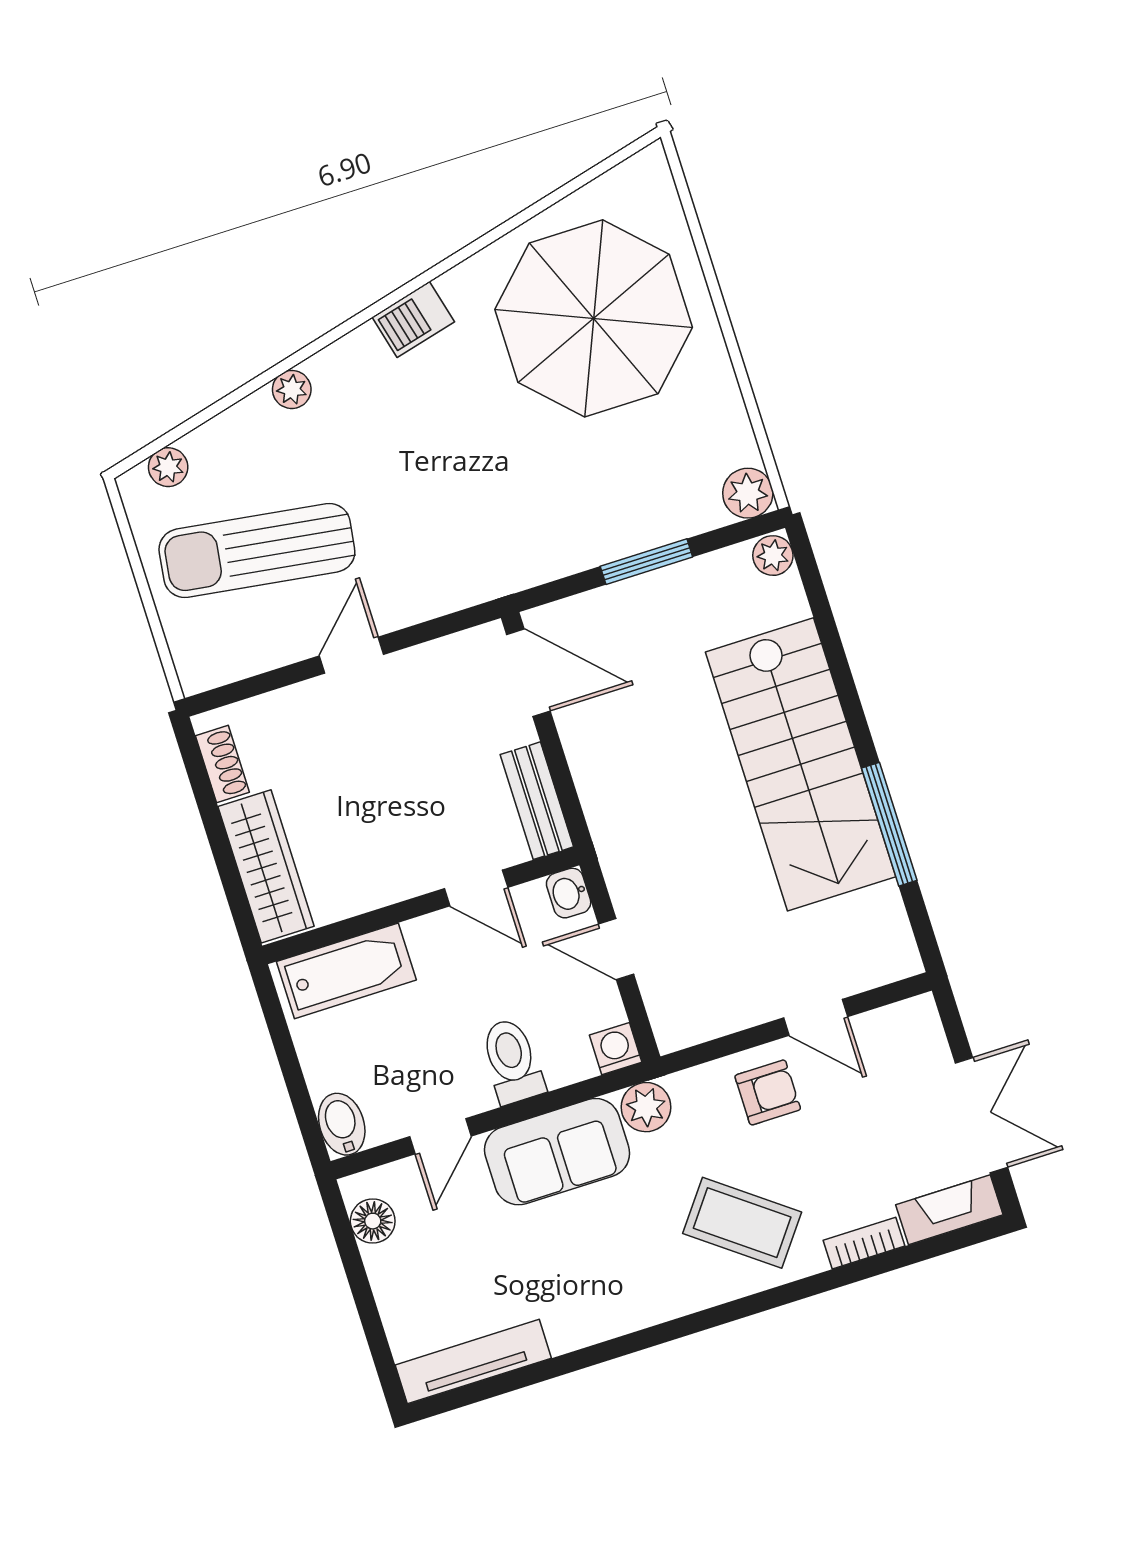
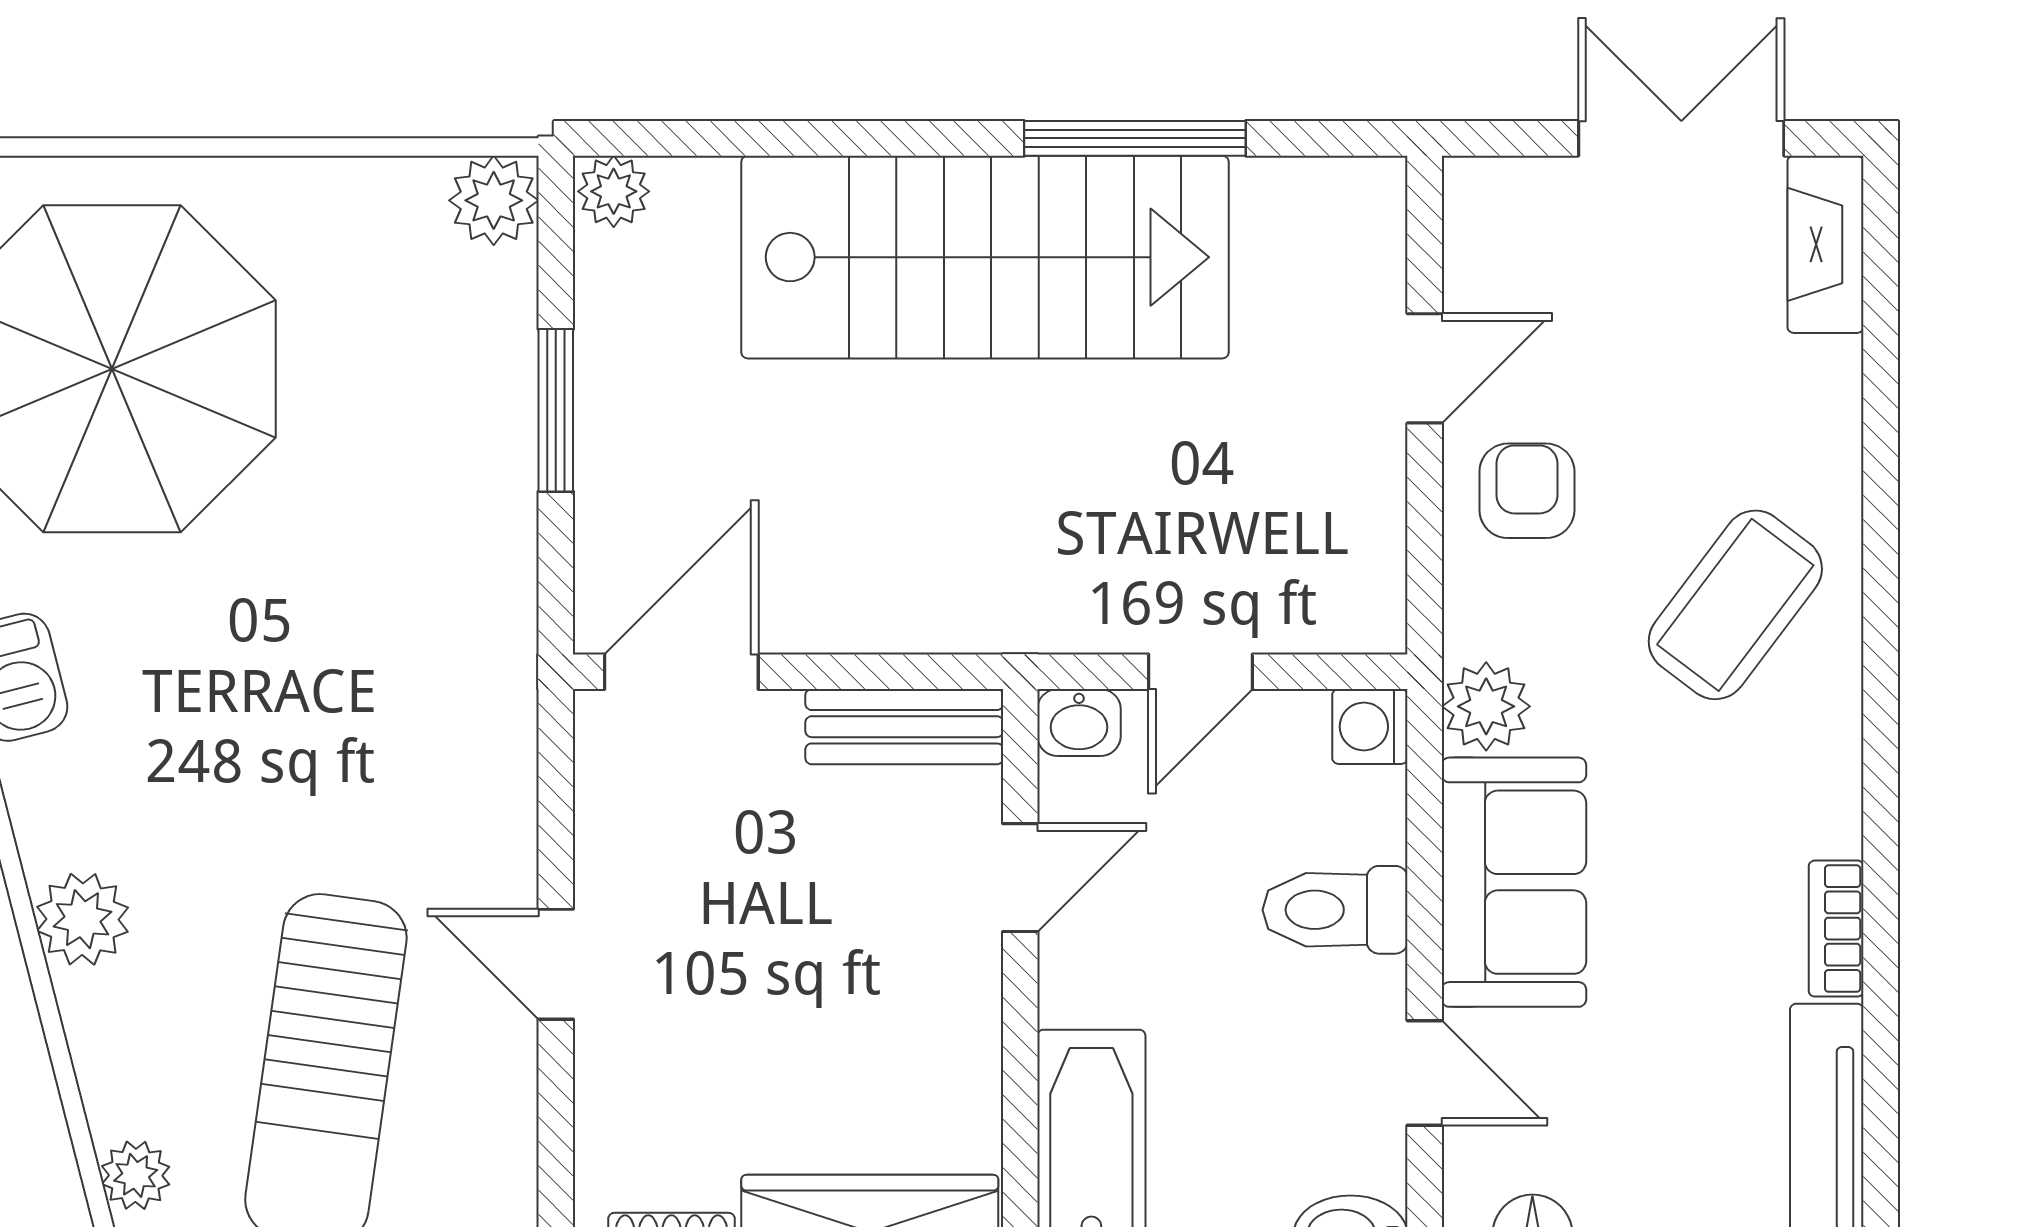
plant: (292, 389) -> (82, 919), width x1.38, depth x1.38
bookcase: (864, 1243) -> (1836, 929), moved

